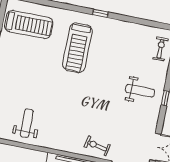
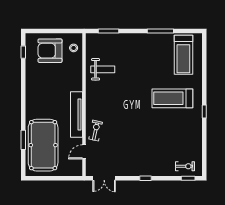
weight bench: (140, 91) -> (148, 156), removed

